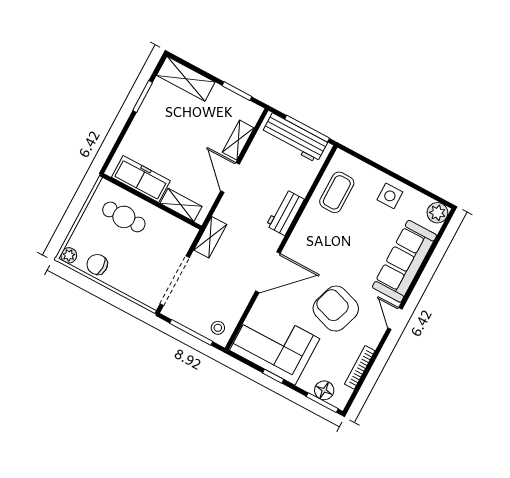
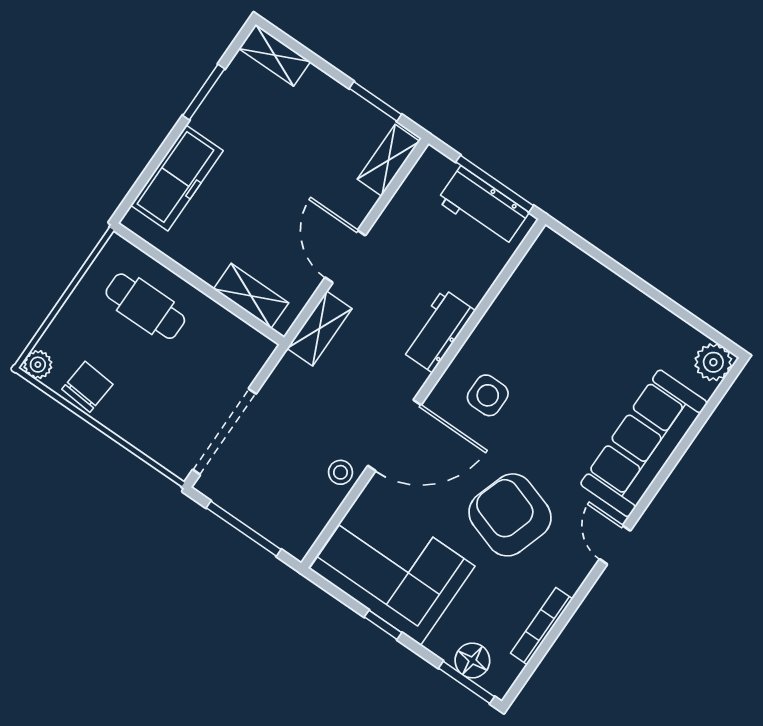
shelving: (186, 79) -> (275, 55), width x0.67, depth x0.75
workbench: (295, 138) -> (483, 207), width x0.73
shelving: (238, 140) -> (388, 160), moved
freezer: (141, 179) -> (177, 178), moved, turned 90
coffee table: (337, 192) -> (536, 305), removed
side table: (390, 196) -> (488, 395), moved
shelving: (210, 237) -> (320, 328), moved
chair: (97, 264) -> (87, 387), turned 95
stool: (218, 328) -> (340, 472), moved

